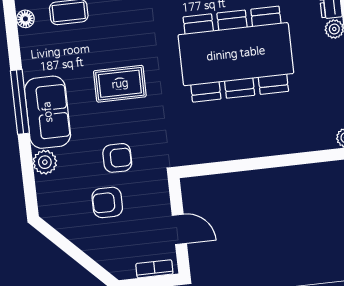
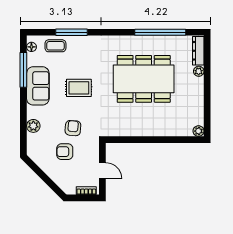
window: (20, 102) -> (23, 70), moved
sofa: (48, 112) -> (38, 86), moved
armchair: (117, 158) -> (73, 128), turned -85

